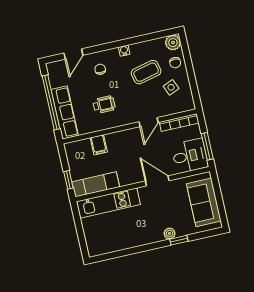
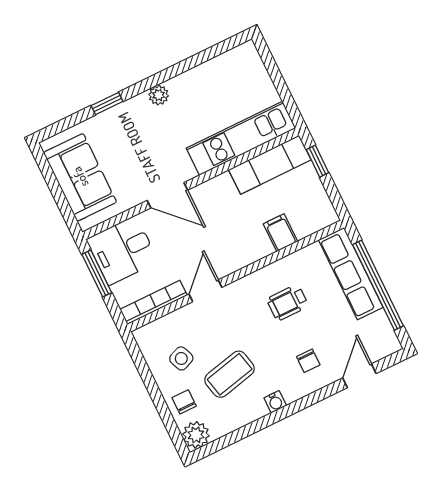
plant: (170, 233) -> (159, 95), moved

